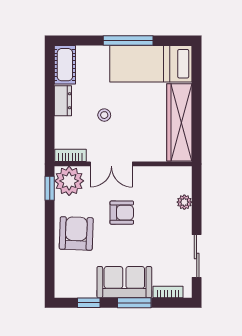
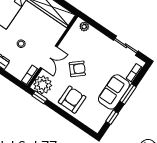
plant: (184, 202) -> (84, 27), moved
armchair: (122, 213) -> (77, 69), turned 49
armchair: (76, 233) -> (72, 100), turned 88

